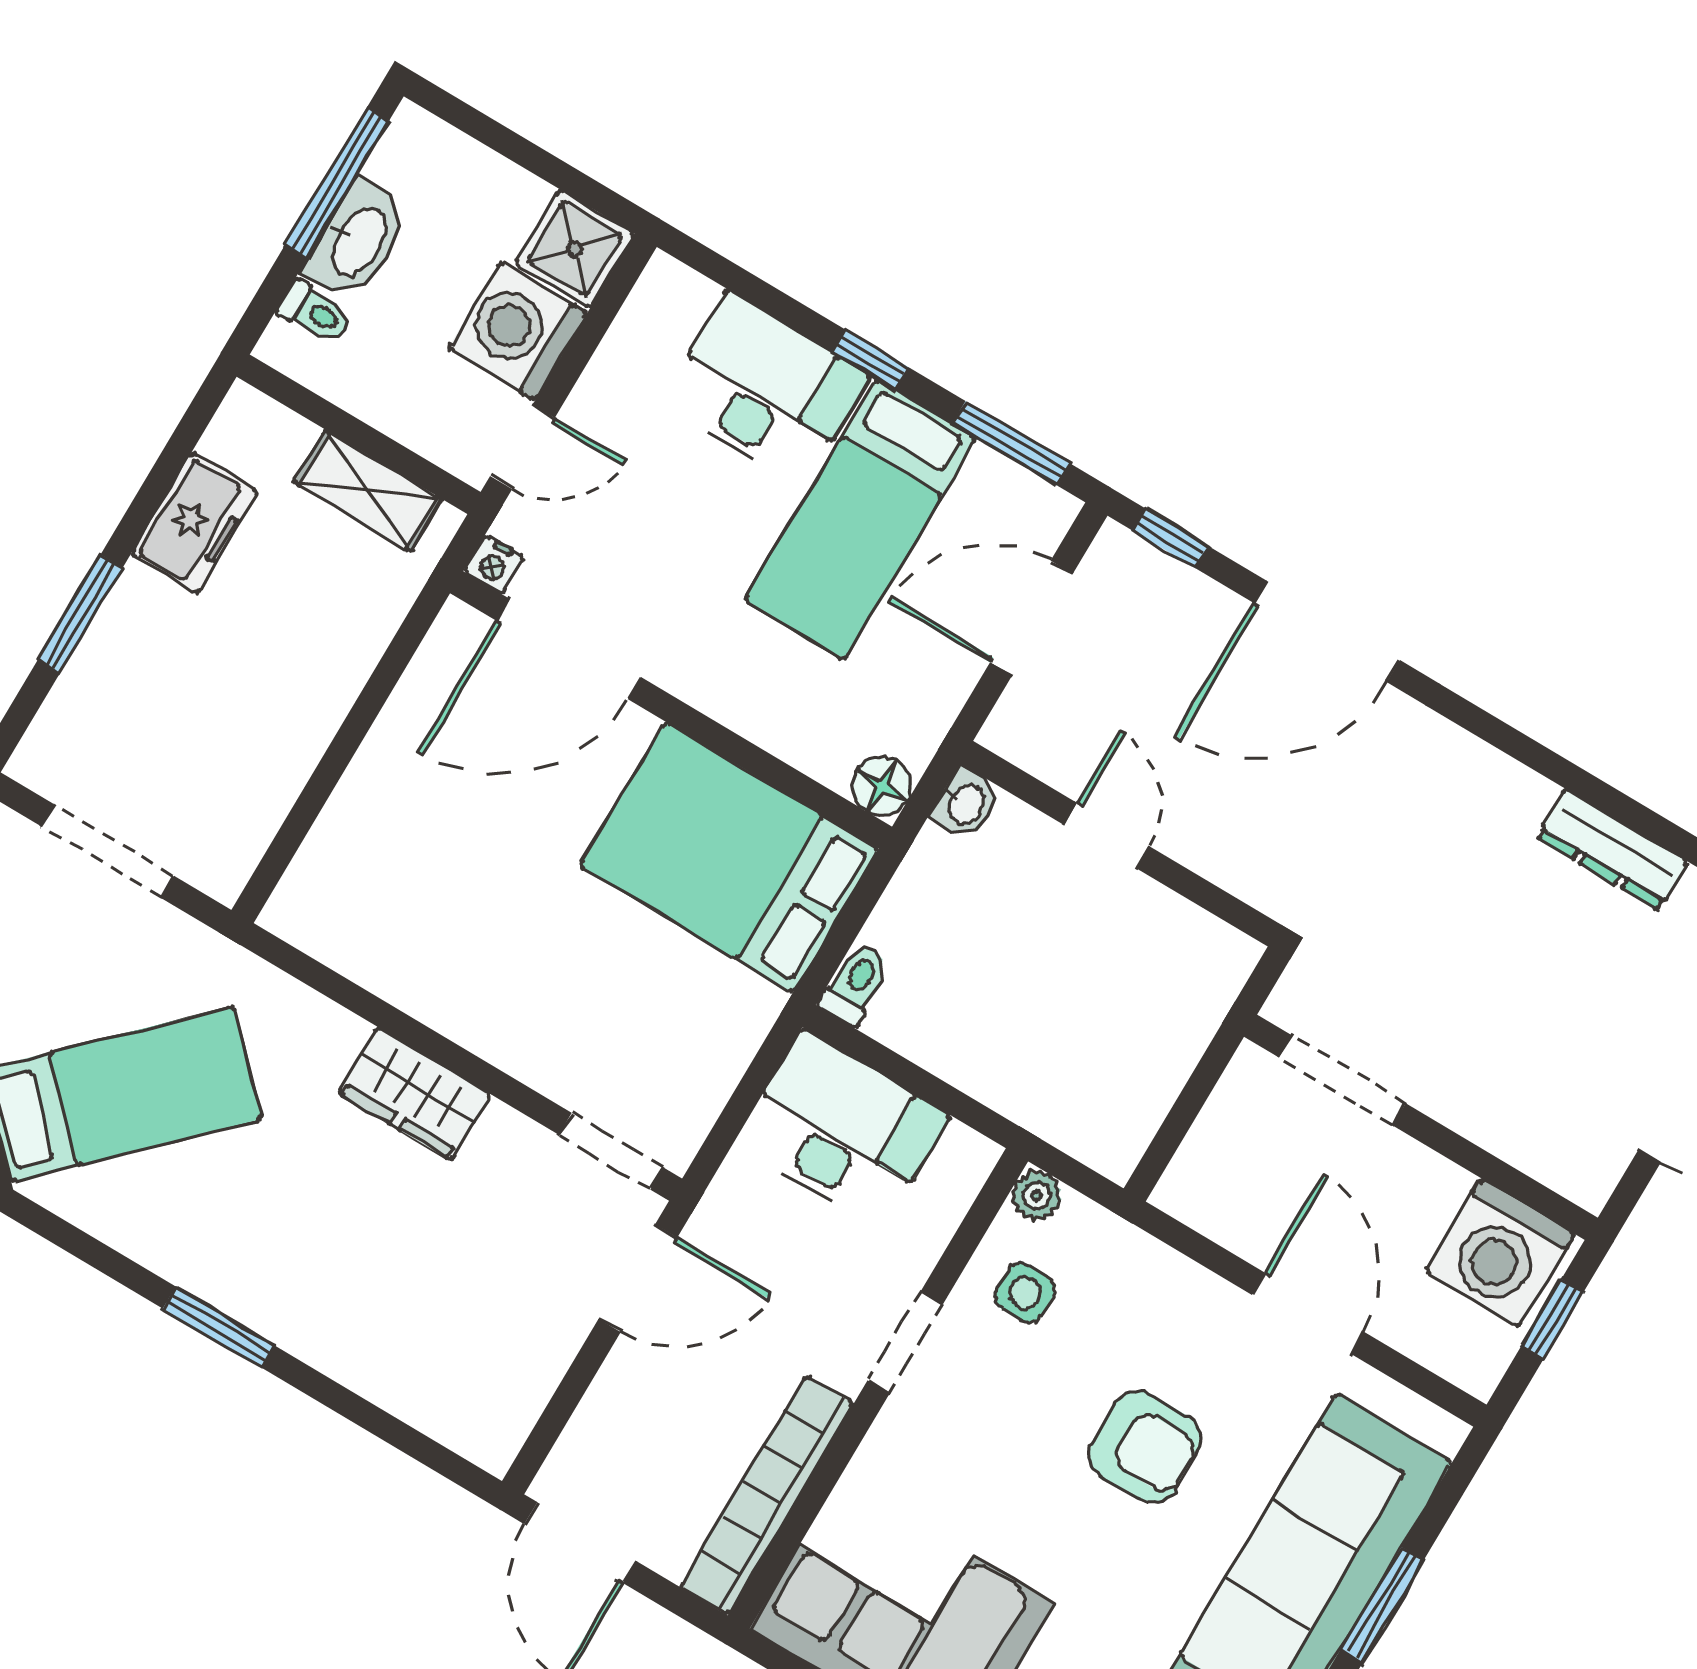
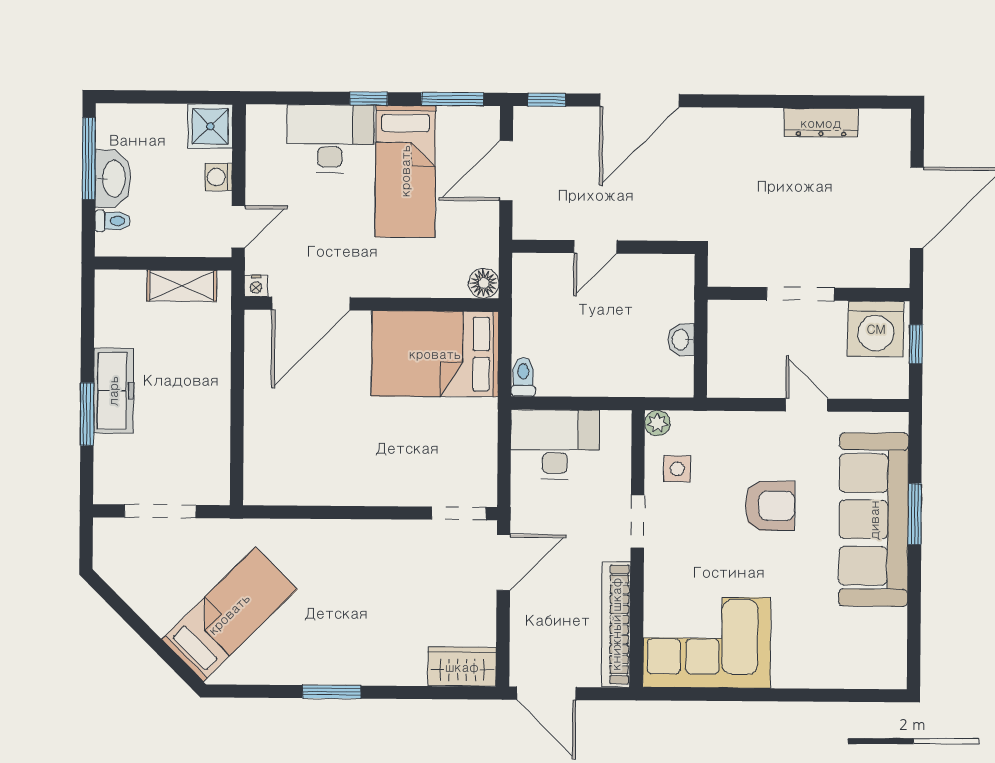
washing machine: (518, 331) -> (218, 177), width x0.53, depth x0.53
freezer: (195, 523) -> (113, 391), moved, width x1.40
washbasin: (966, 803) -> (681, 340), moved, turned 180
door: (1107, 835) -> (595, 247), swing flipped
doorway: (1342, 1080) -> (800, 294), moved
wardrobe: (414, 1094) -> (462, 667), moved, turned 180
door: (1308, 1313) -> (807, 405), width x0.73

